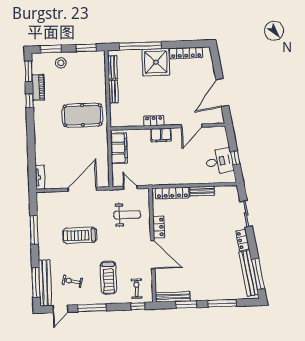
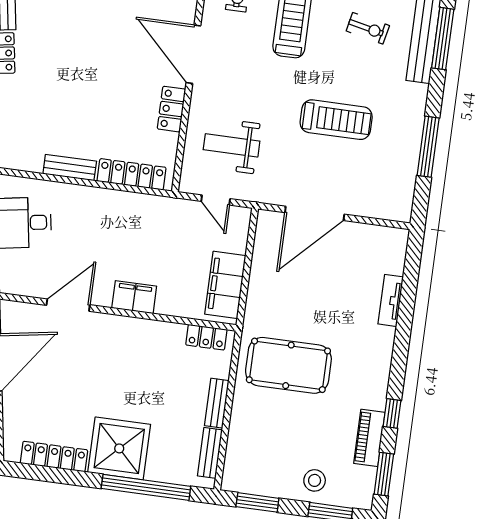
locker: (154, 121) -> (206, 337), moved
tv unit: (40, 177) -> (391, 300), moved

